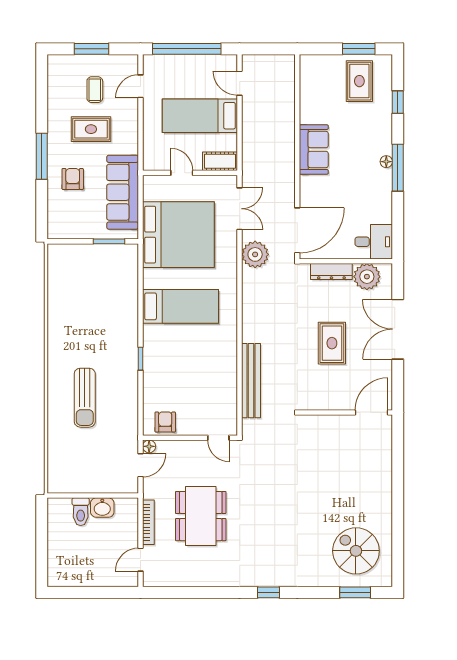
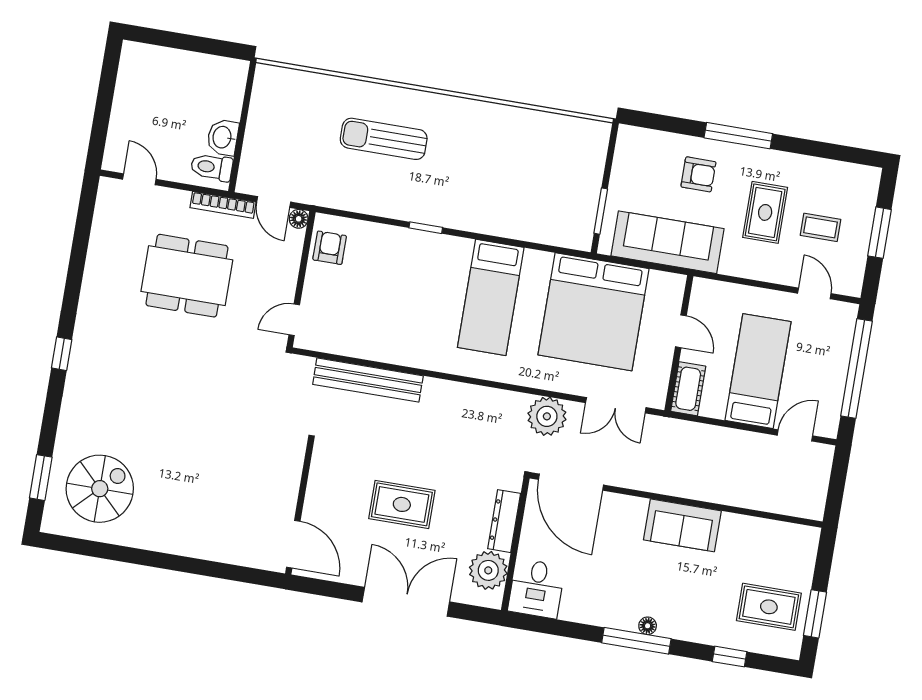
door: (182, 173) -> (681, 331), hinge flipped
armchair: (165, 422) -> (330, 248), turned -90
toilet: (81, 512) -> (212, 167), moved
bookcase: (148, 522) -> (223, 205), moved

